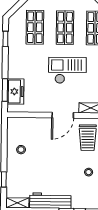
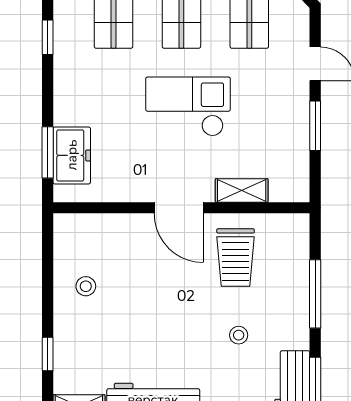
door: (63, 115) -> (179, 208), hinge flipped

